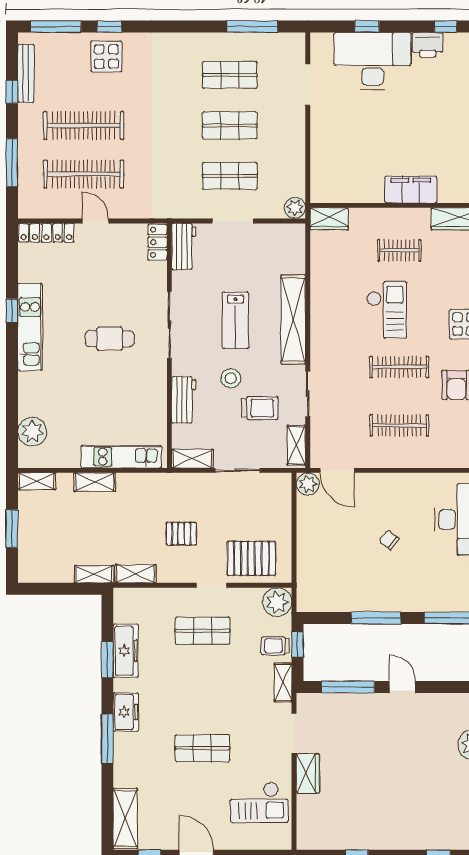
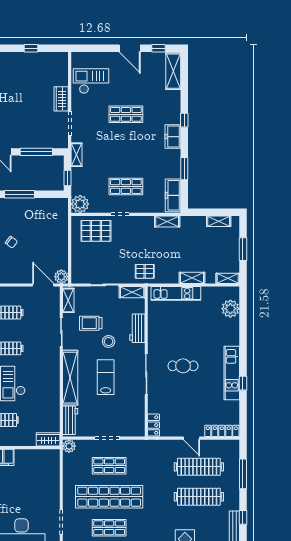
shop shelf: (230, 125) -> (109, 497), width x2.00, depth x1.36
workbench: (184, 247) -> (70, 420), moved, turned 180
pallet: (181, 534) -> (145, 271), moved
shelving: (94, 574) -> (219, 221), moved
trolley: (275, 646) -> (81, 177), removed
freezer: (126, 651) -> (173, 195), moved
window: (107, 739) -> (184, 120), width x0.46

